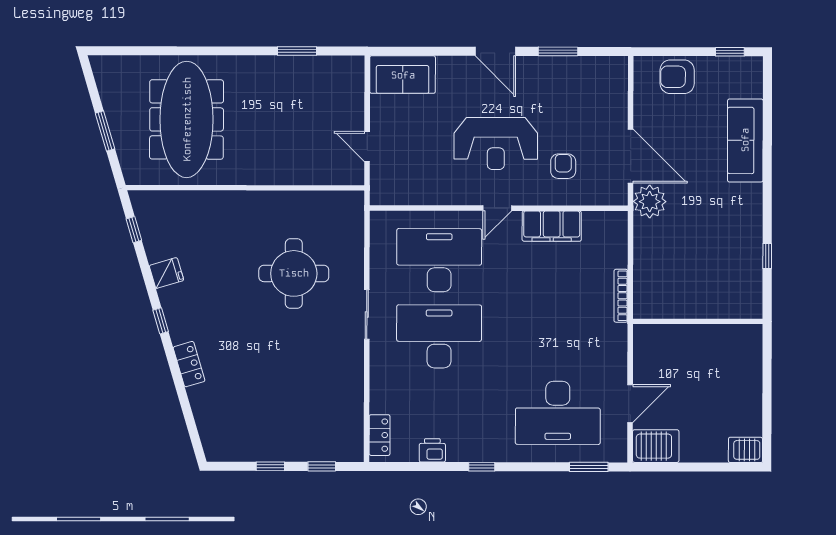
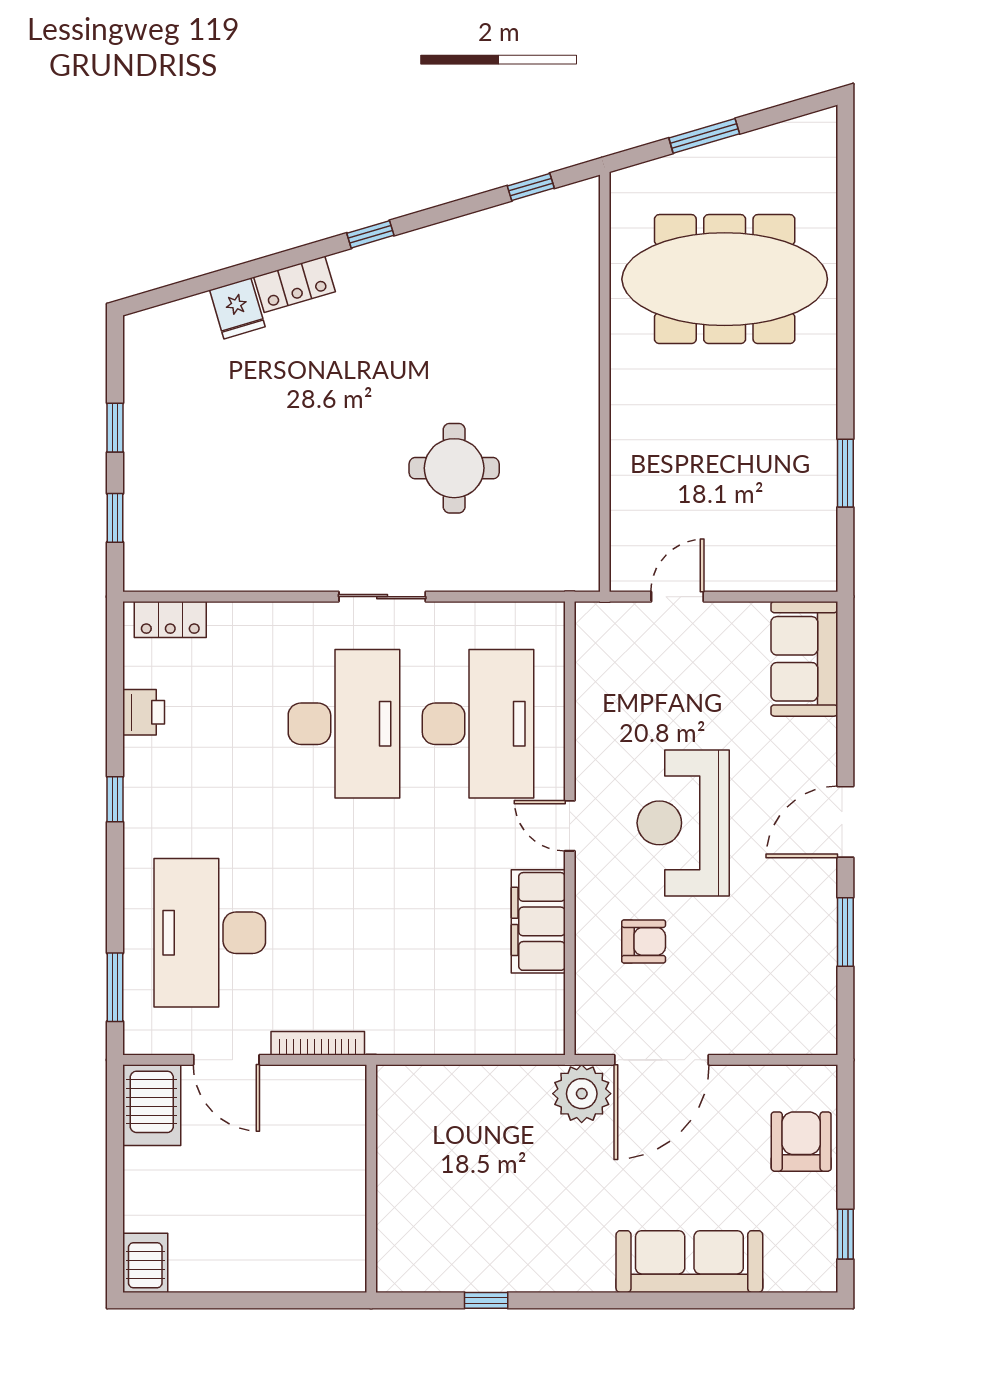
fridge: (166, 273) -> (237, 308), moved
round table: (294, 273) -> (454, 468), width x0.73, depth x0.73
bookcase: (621, 296) -> (318, 1043), moved

